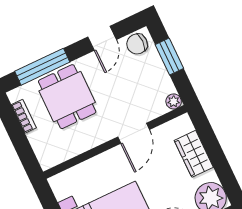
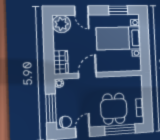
window: (169, 56) -> (51, 108), width x1.44
wardrobe: (194, 154) -> (61, 62), moved

